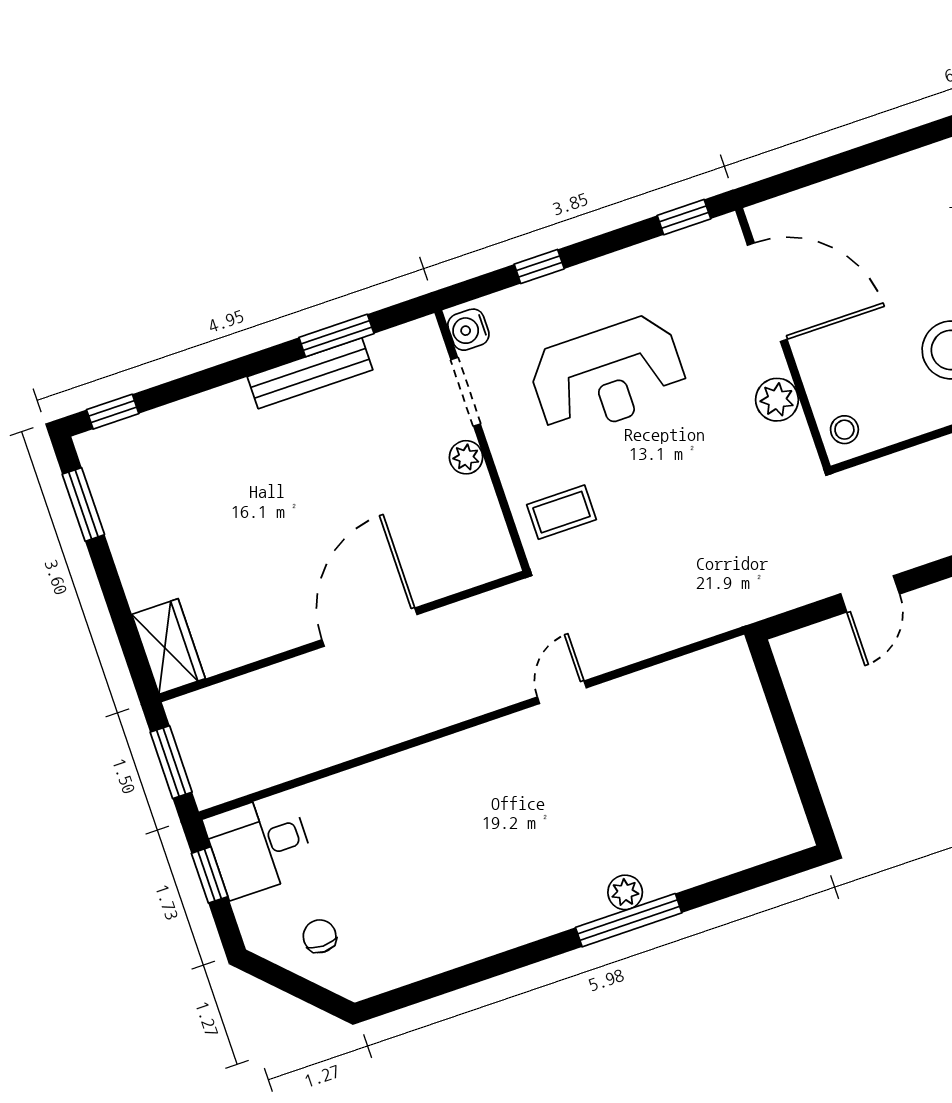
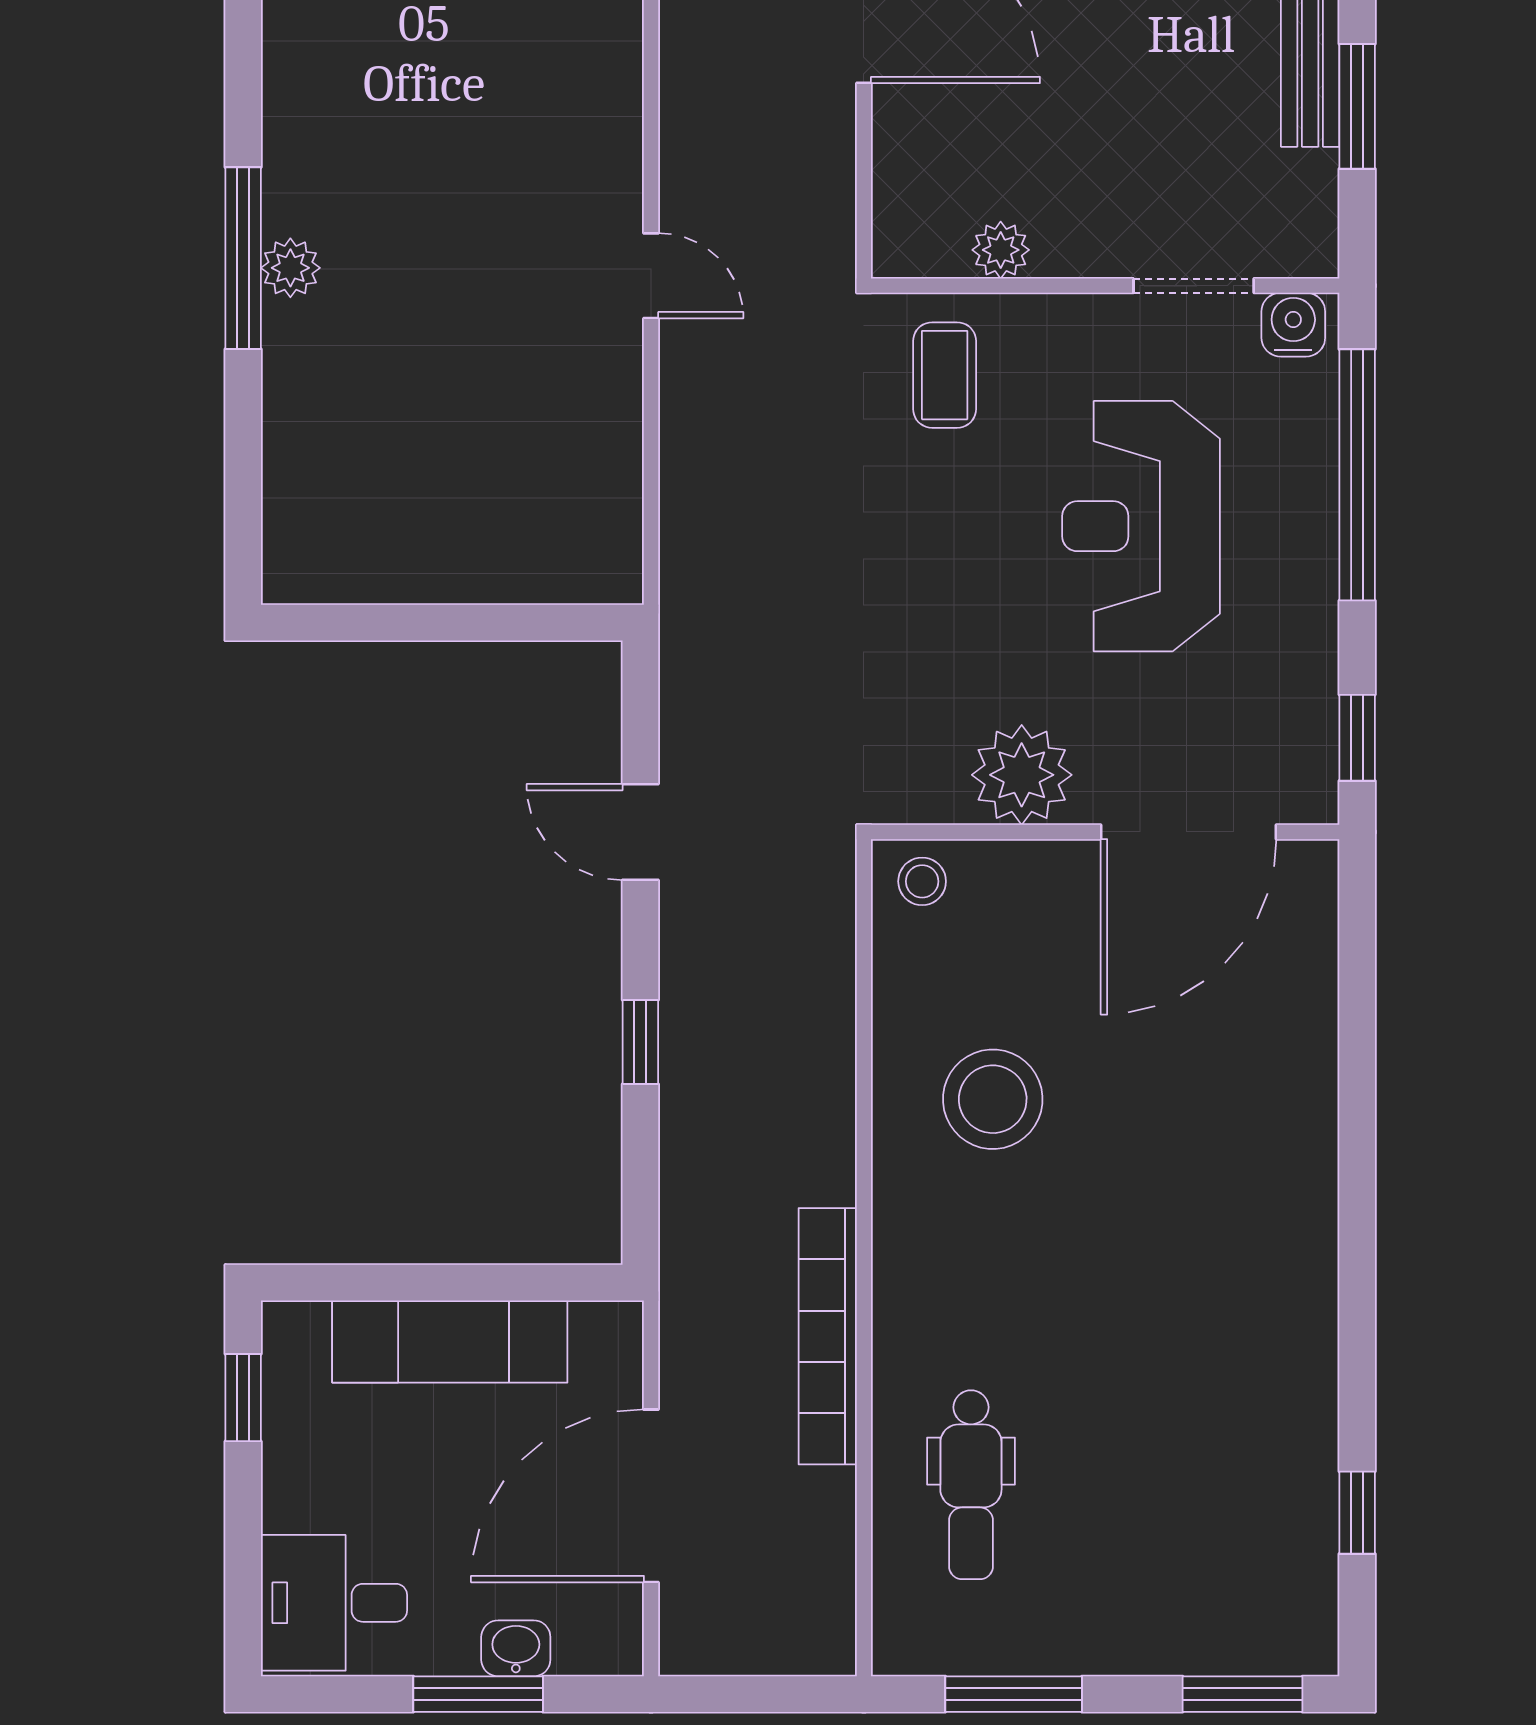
window: (539, 266) -> (1357, 475), width x3.17
plant: (777, 400) -> (1022, 775), width x1.36, depth x1.36
plant: (466, 457) -> (1001, 250), moved

